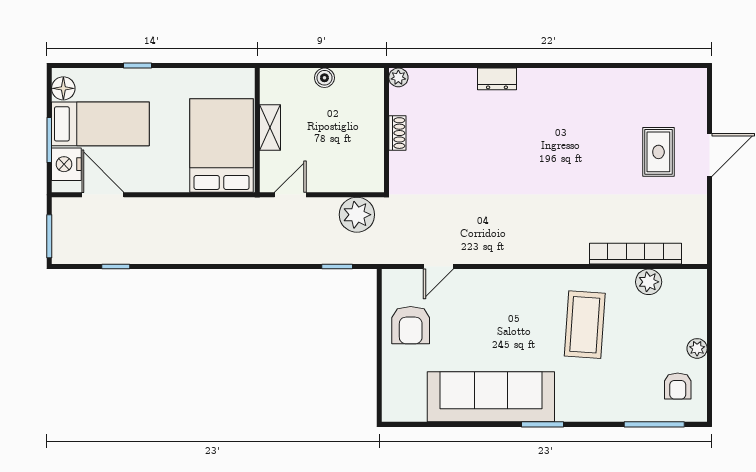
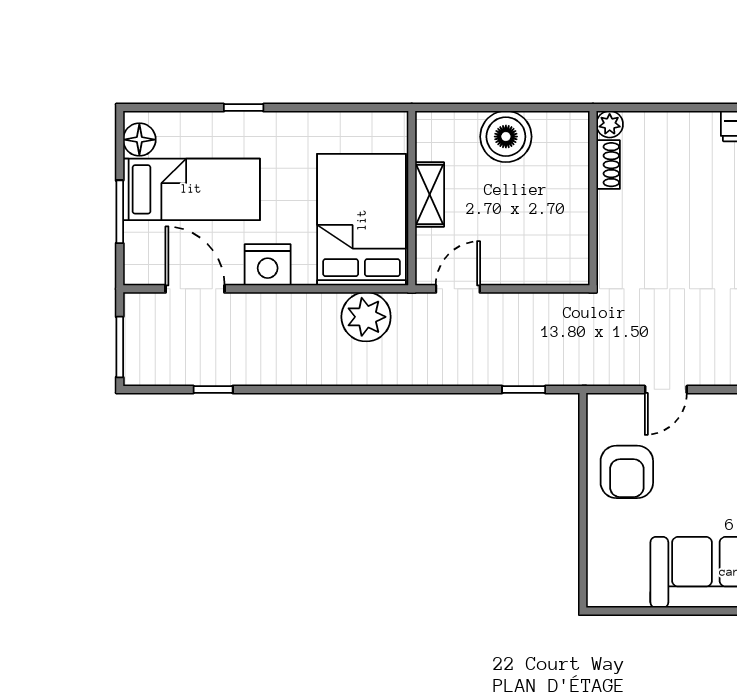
boiler: (324, 78) -> (506, 137), width x1.86, depth x1.86
shoe rack: (397, 133) -> (608, 165), moved
nightstand: (66, 164) -> (268, 265), moved, turned -90
plant: (357, 215) -> (366, 317), moved

